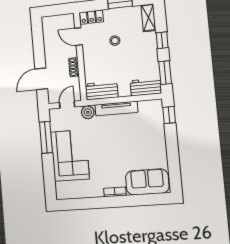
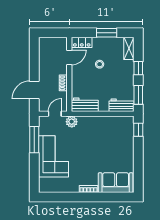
door: (78, 37) -> (69, 57), swing flipped
tv unit: (116, 109) -> (96, 121), removed

